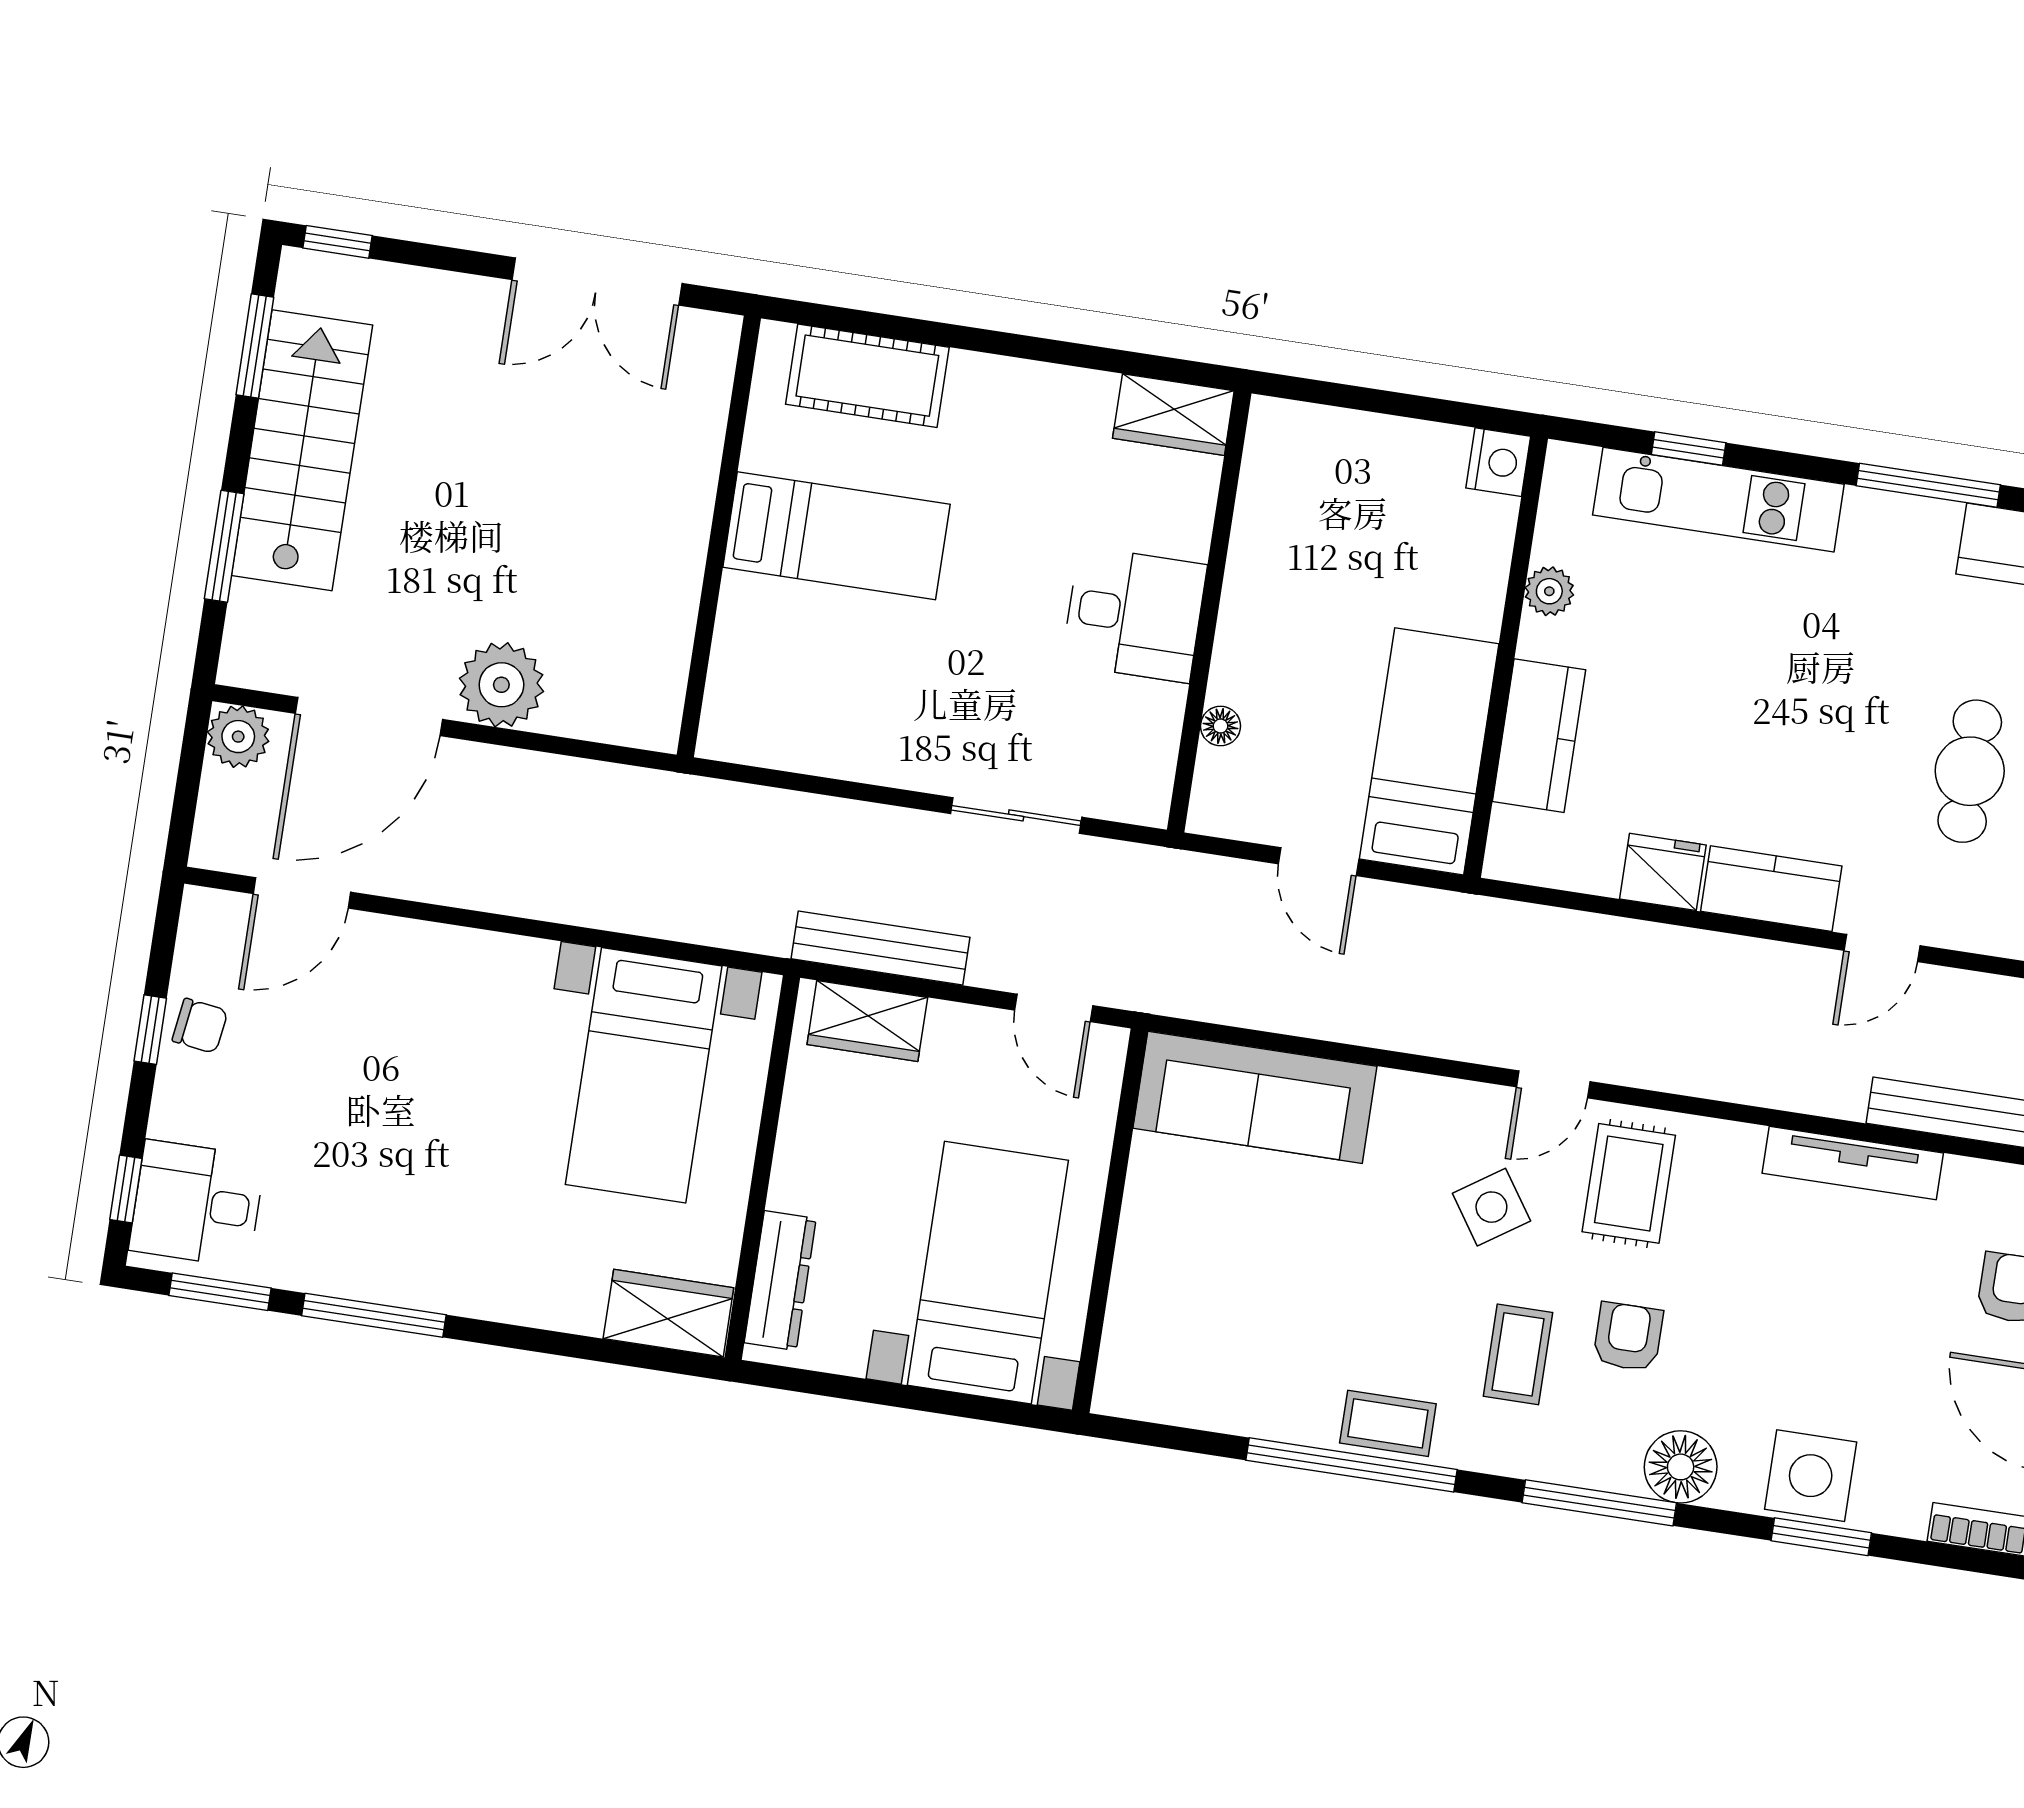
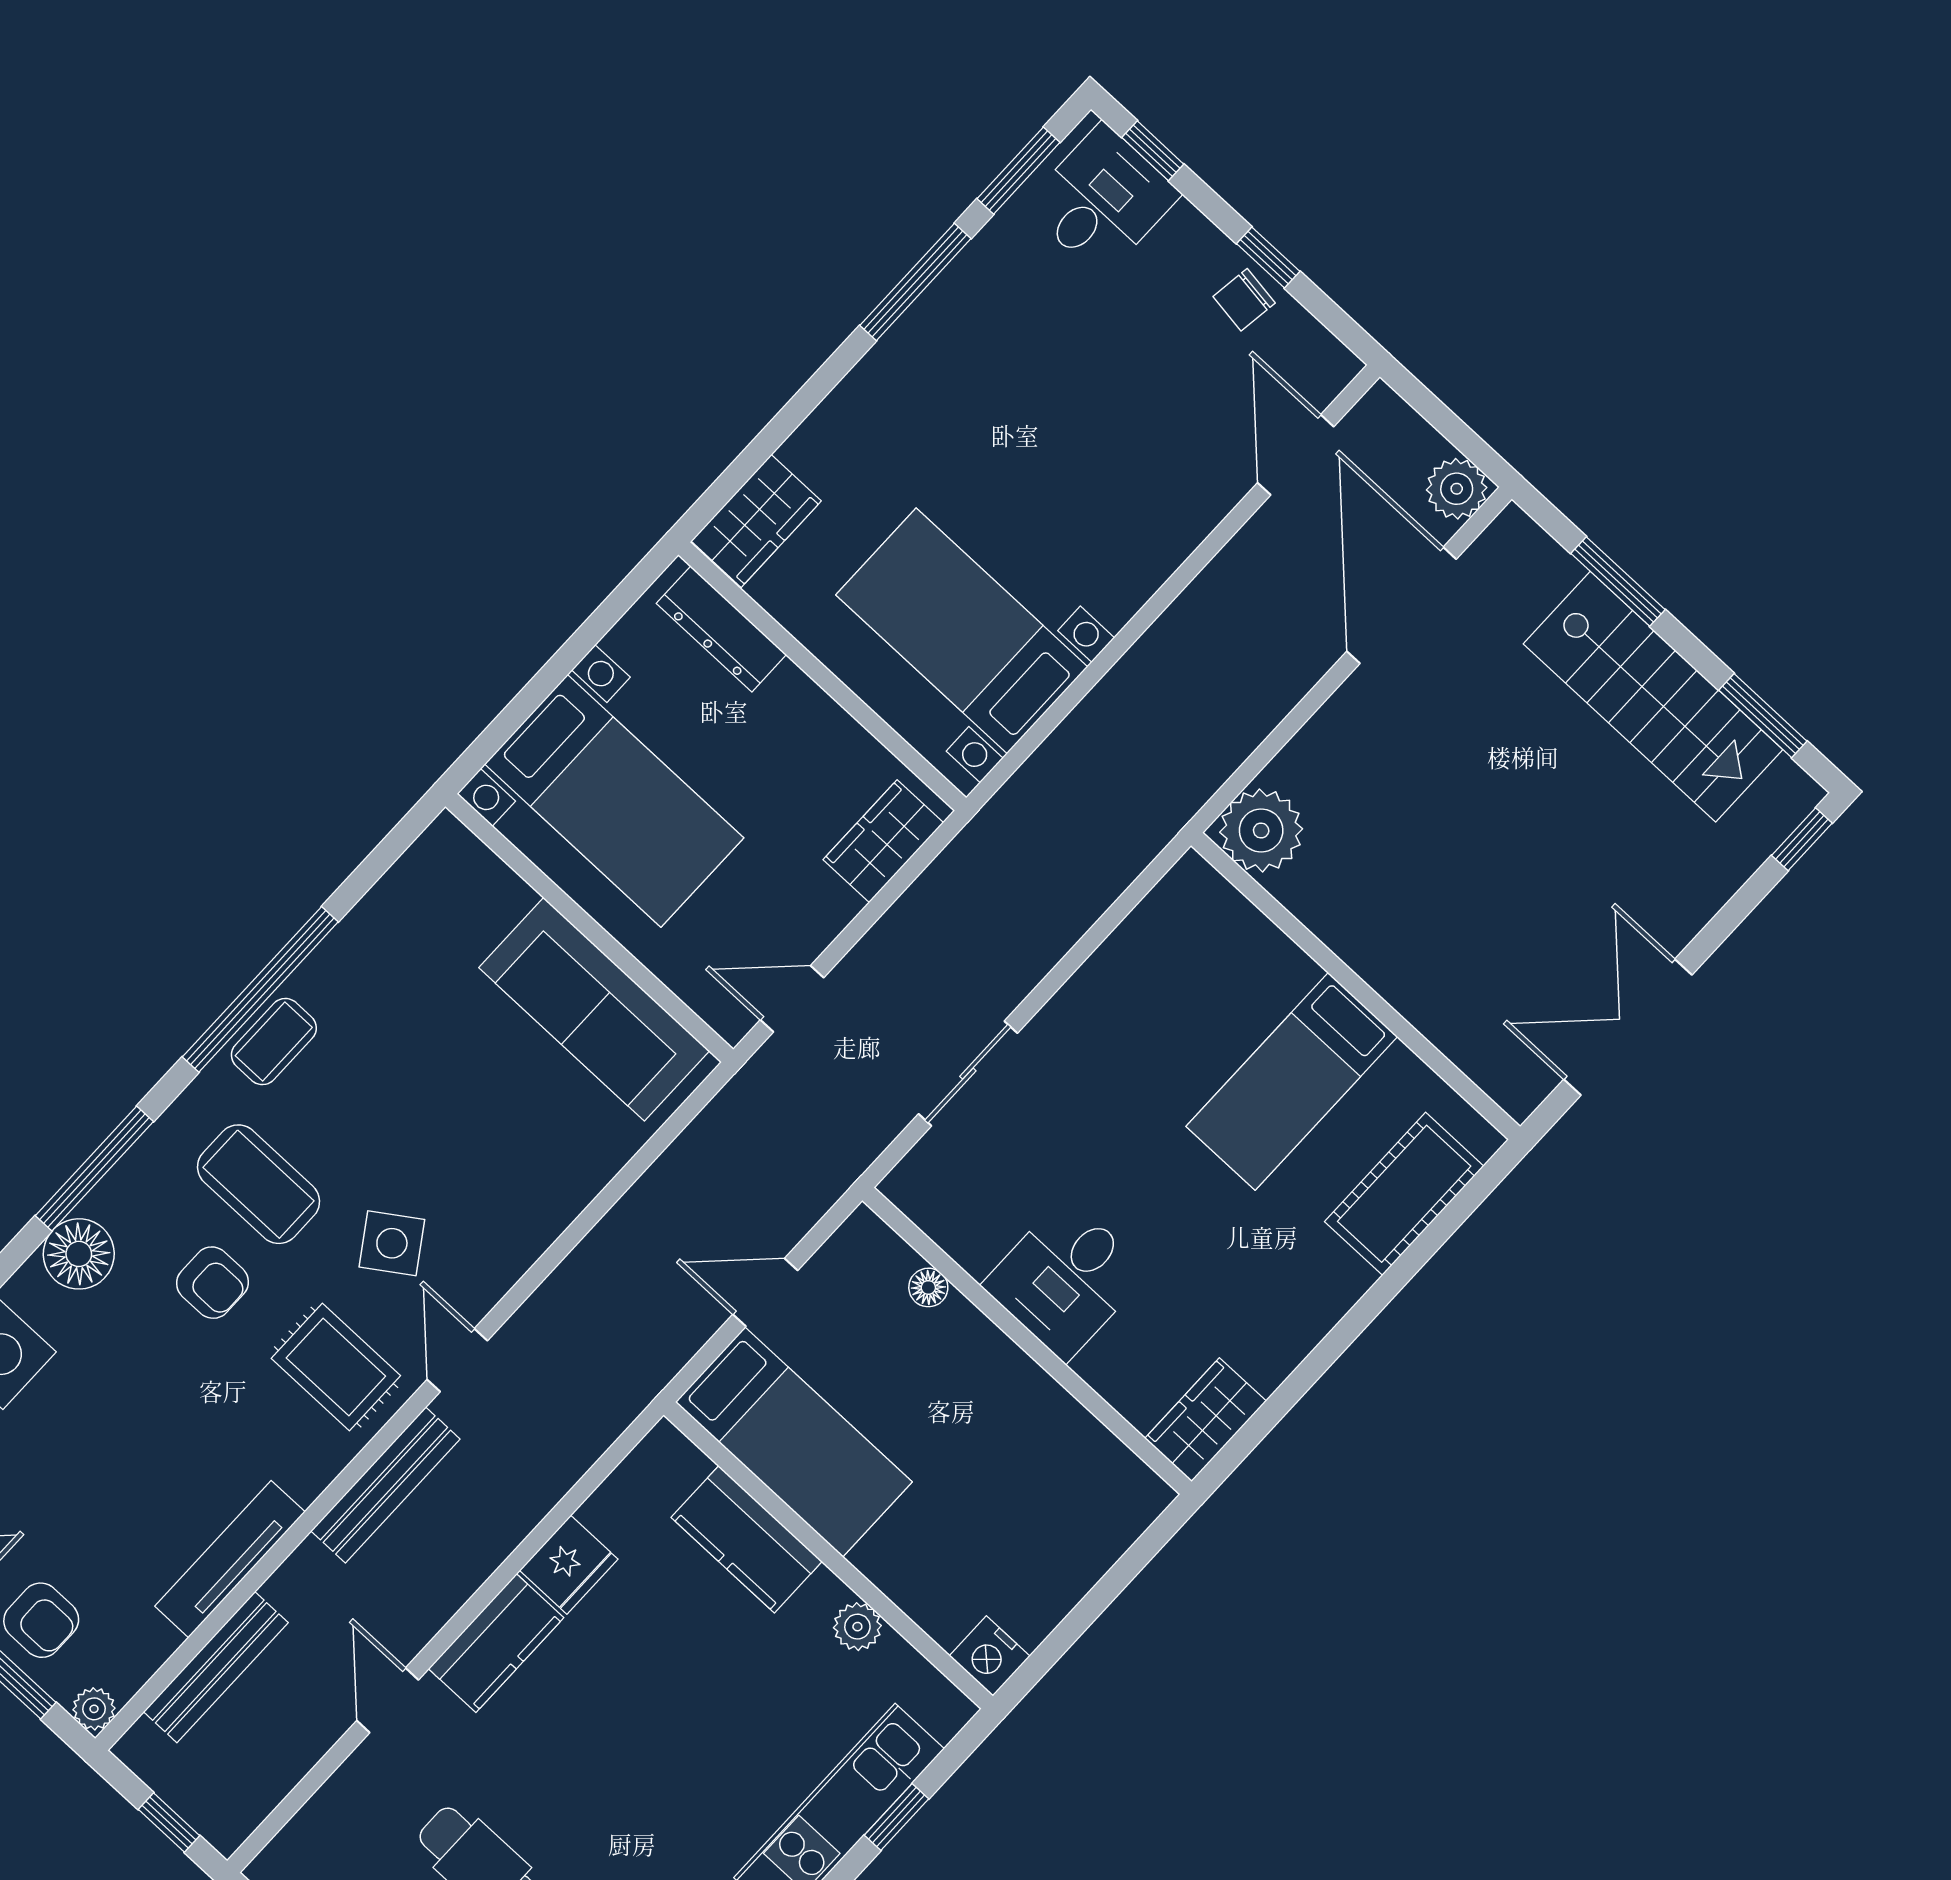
plant: (501, 685) -> (1261, 831), moved
bench: (881, 948) -> (385, 1485), moved
sofa: (1255, 1097) -> (594, 1009), moved, turned -90
coffee table: (1518, 1354) -> (259, 1184), width x1.36, depth x1.30

